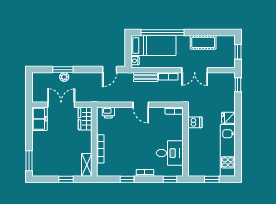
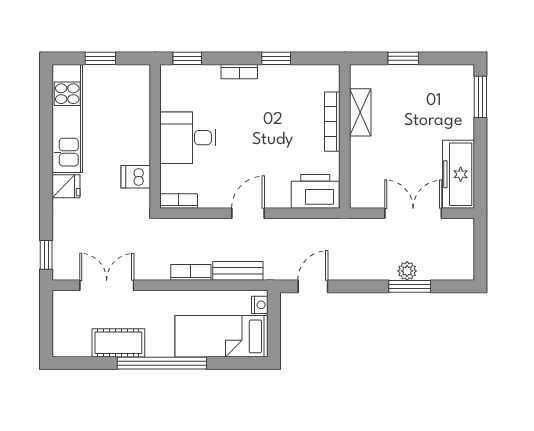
window: (162, 33) -> (162, 363), moved
window: (238, 52) -> (46, 323), removed
double door: (195, 70) -> (107, 285), moved
double door: (61, 105) -> (413, 213), swing flipped
door: (141, 105) -> (248, 213), hinge flipped
printer: (108, 113) -> (315, 191), width x1.87, depth x1.48
freezer: (39, 119) -> (458, 174), width x1.40
wardrobe: (85, 119) -> (363, 184), removed
desk: (170, 153) -> (188, 138), moved
shelving: (87, 165) -> (360, 112), moved

